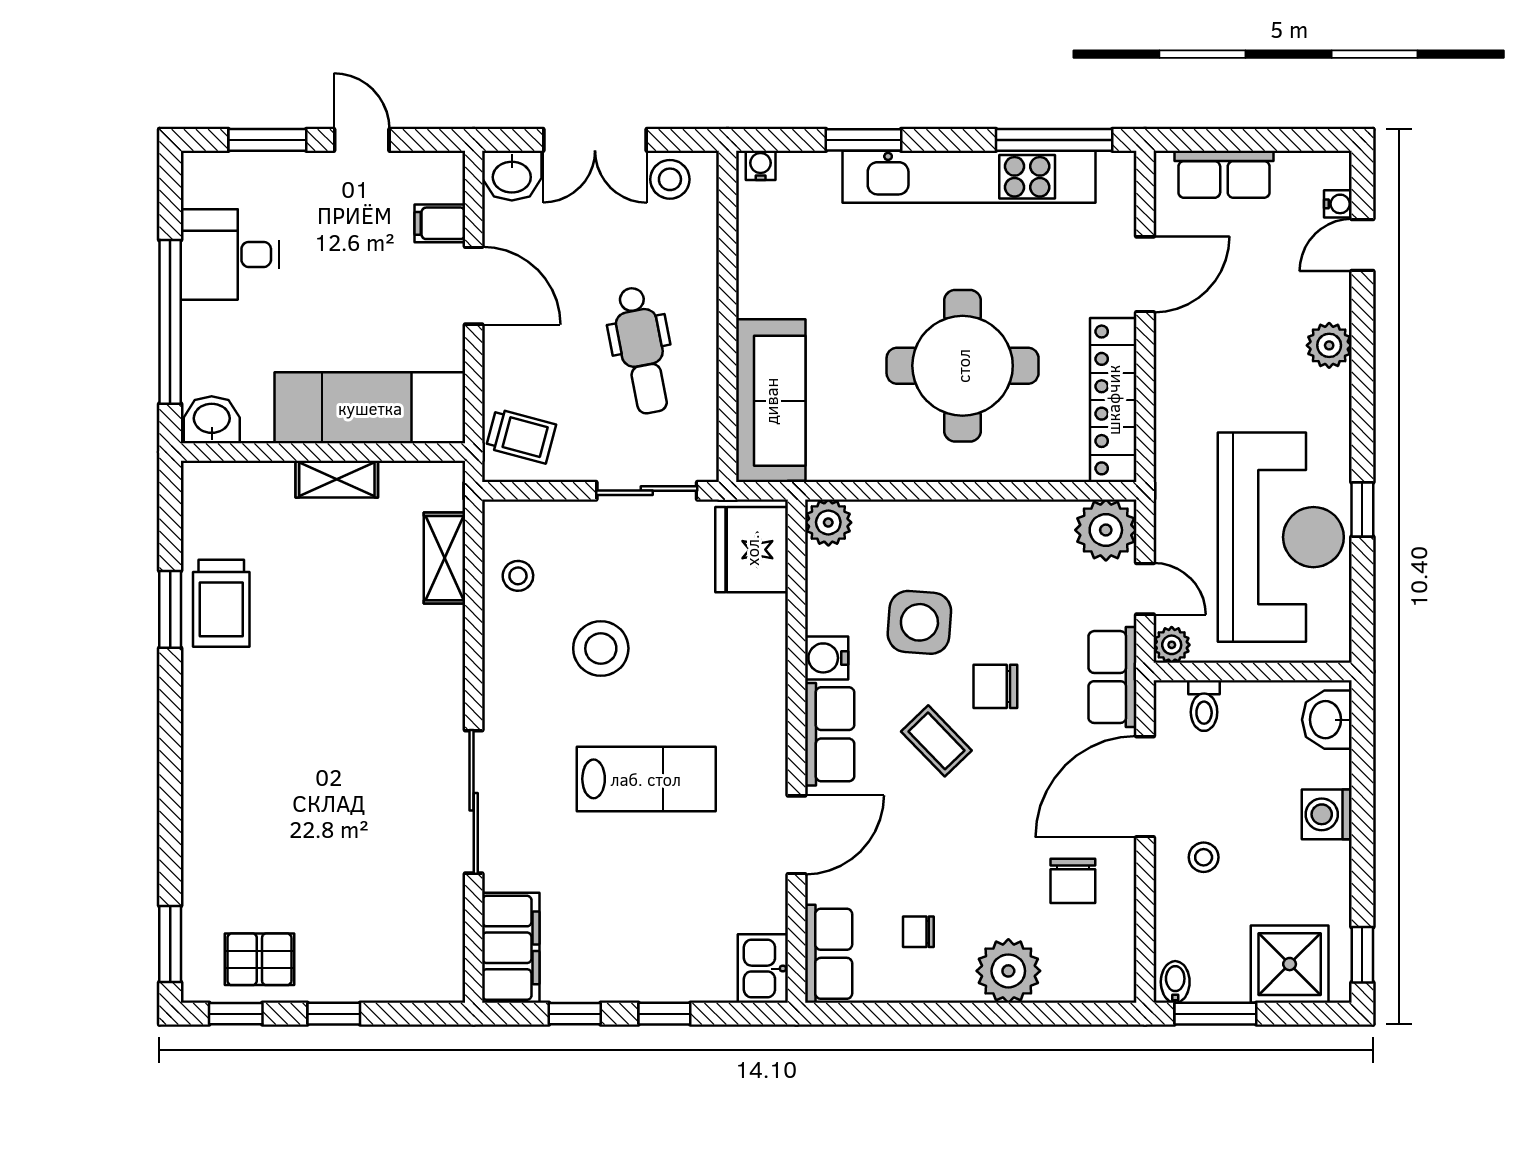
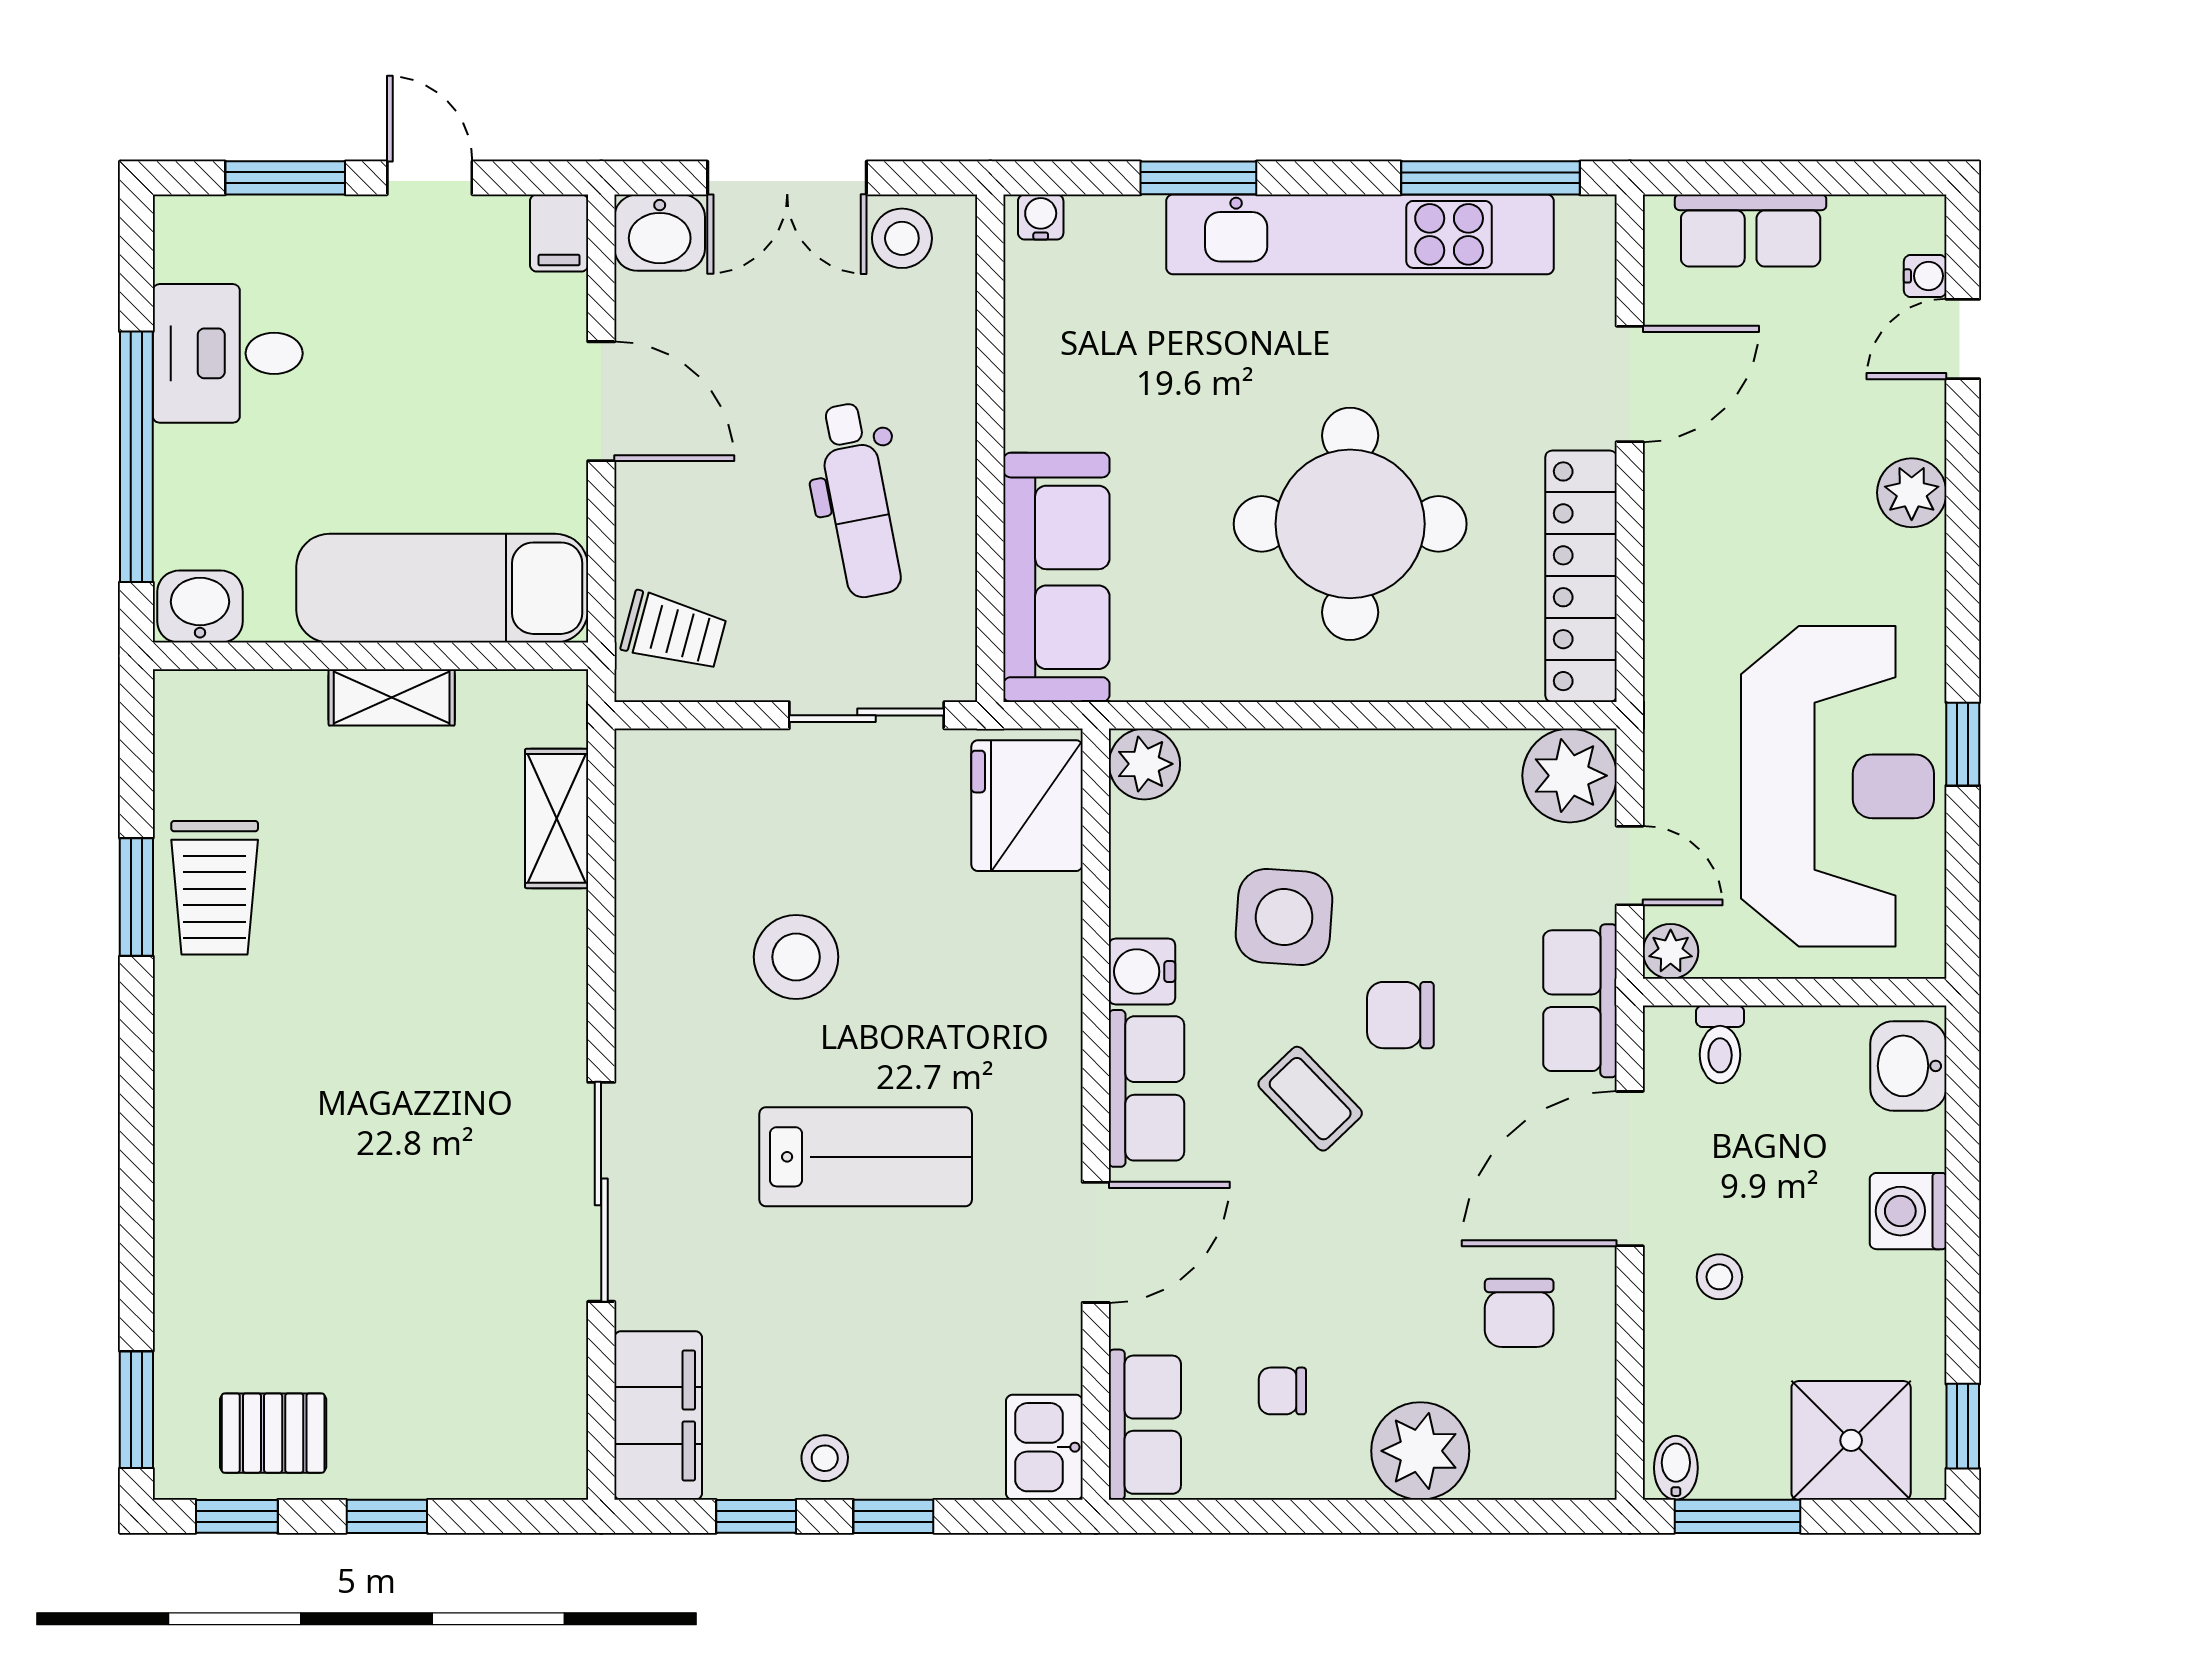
filing cabinet: (440, 223) -> (559, 233), moved, turned -90
stool: (518, 576) -> (825, 1458), moved

